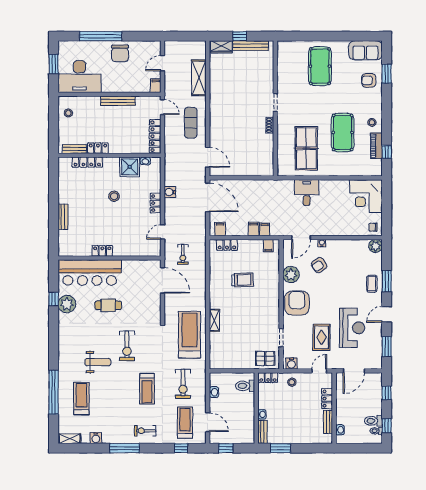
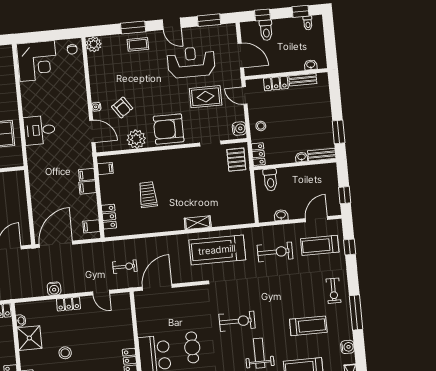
treadmill: (147, 389) -> (308, 326), moved
toilet: (373, 421) -> (266, 30), moved

